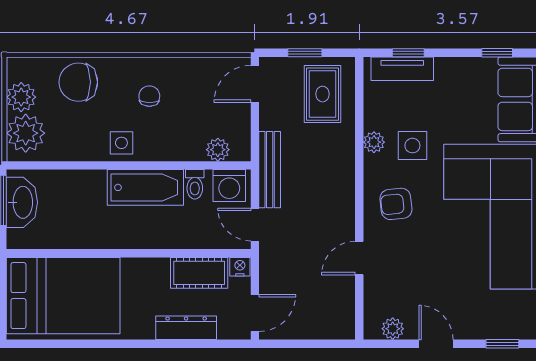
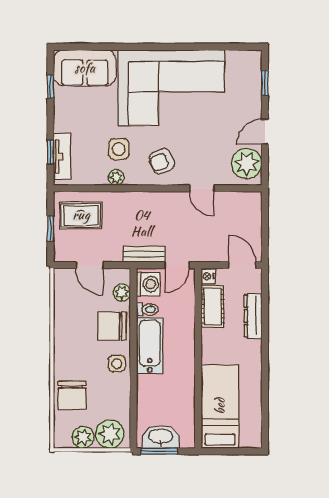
door: (255, 84) -> (90, 265), moved
chair: (149, 96) -> (112, 326), moved, width x1.87, depth x1.87
bench: (270, 170) -> (144, 254), width x0.73
armchair: (396, 204) -> (162, 161), turned 73
bed: (63, 296) -> (220, 406), width x0.67
plant: (393, 329) -> (247, 164), width x1.87, depth x1.87

